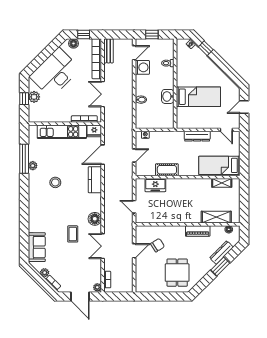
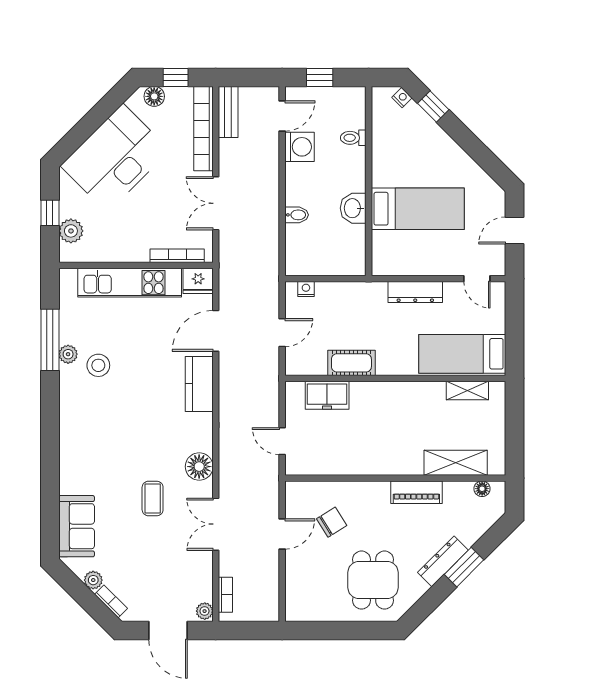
plant: (34, 97) -> (71, 231), moved
stool: (55, 182) -> (98, 365), moved
dresser: (221, 252) -> (443, 561), moved

